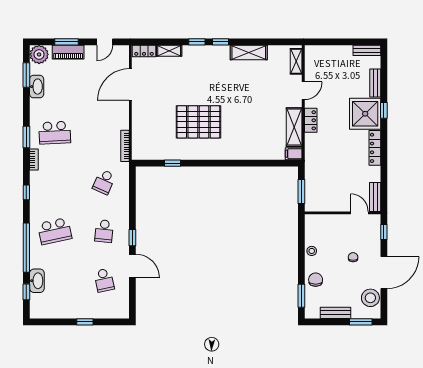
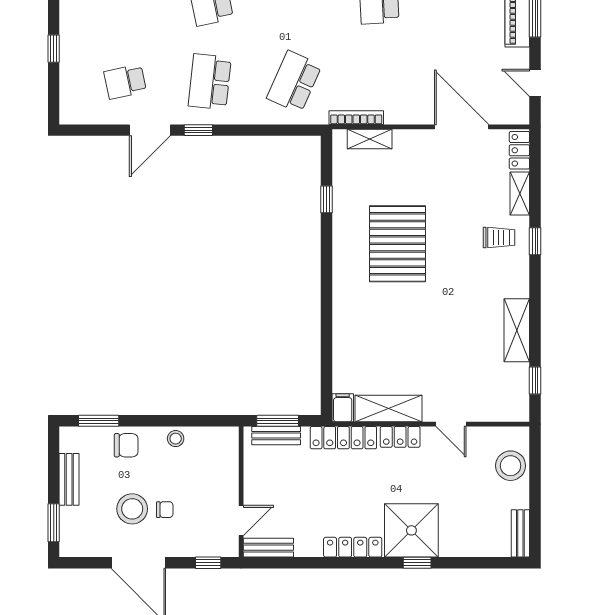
window: (220, 42) -> (535, 380), moved
stool: (327, 56) -> (511, 466), added
shelving: (296, 61) -> (370, 139), moved
trolley: (195, 63) -> (499, 237), added
bench: (375, 83) -> (276, 436), moved
locker: (311, 153) -> (343, 438), added
school desk: (104, 182) -> (294, 82), width x1.85
school desk: (104, 231) -> (210, 82), width x1.85
stool: (370, 298) -> (132, 509), moved

